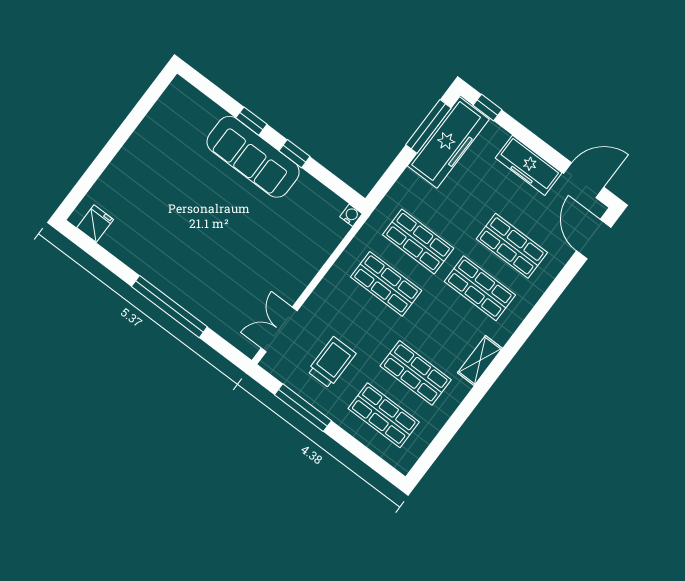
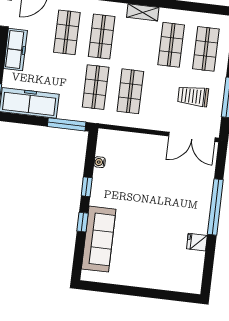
window: (428, 126) -> (67, 124), moved
sofa: (253, 157) -> (99, 239), moved
water cooler: (351, 215) -> (100, 162), moved
fridge: (95, 224) -> (197, 242), moved
double door: (279, 329) -> (192, 137), width x1.37

